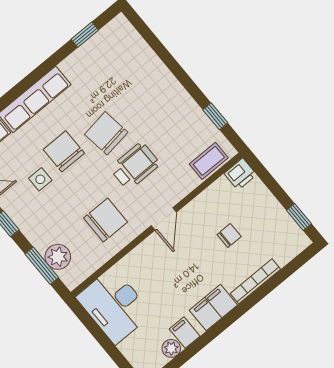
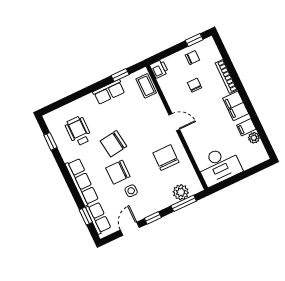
row of seats: (184, 106) -> (109, 92), added
wheelchair: (135, 166) -> (78, 131), moved
chair: (271, 221) -> (192, 58), added

